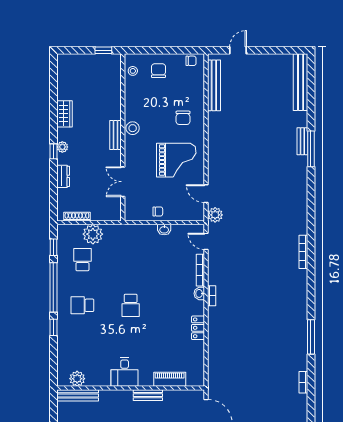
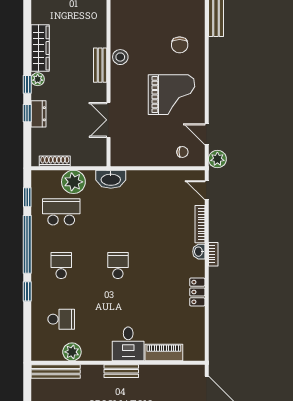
wardrobe: (64, 114) -> (40, 48), width x1.50
window: (53, 176) -> (27, 113), added
chair: (158, 211) -> (182, 152), moved
washbasin: (164, 230) -> (111, 179), moved, width x1.91, depth x1.45
school desk: (82, 260) -> (61, 212), width x1.85
school desk: (82, 305) -> (61, 266), turned 90
school desk: (131, 305) -> (118, 266), turned 180
school desk: (82, 351) -> (61, 319), added
desk: (125, 372) -> (128, 344), moved
plant: (77, 379) -> (72, 352), moved
bench: (148, 395) -> (121, 371), moved

